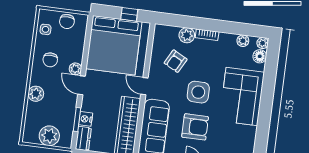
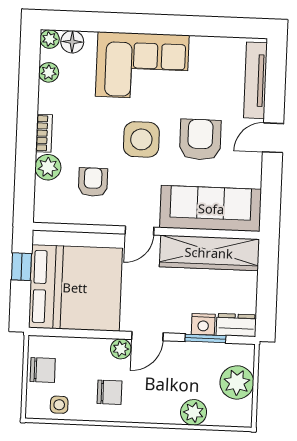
armchair: (176, 61) -> (93, 182), turned -118
plant: (36, 94) -> (194, 412), moved

